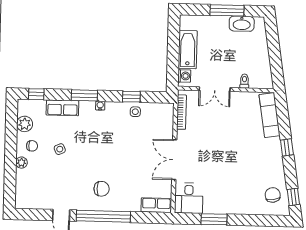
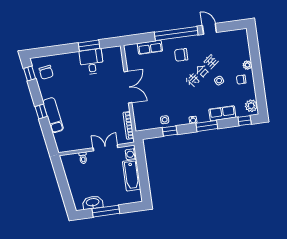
exam couch: (270, 115) -> (53, 115), moved
plant: (25, 124) -> (251, 106), moved
desk: (189, 198) -> (92, 62), moved
row of seats: (156, 205) -> (150, 47), moved

